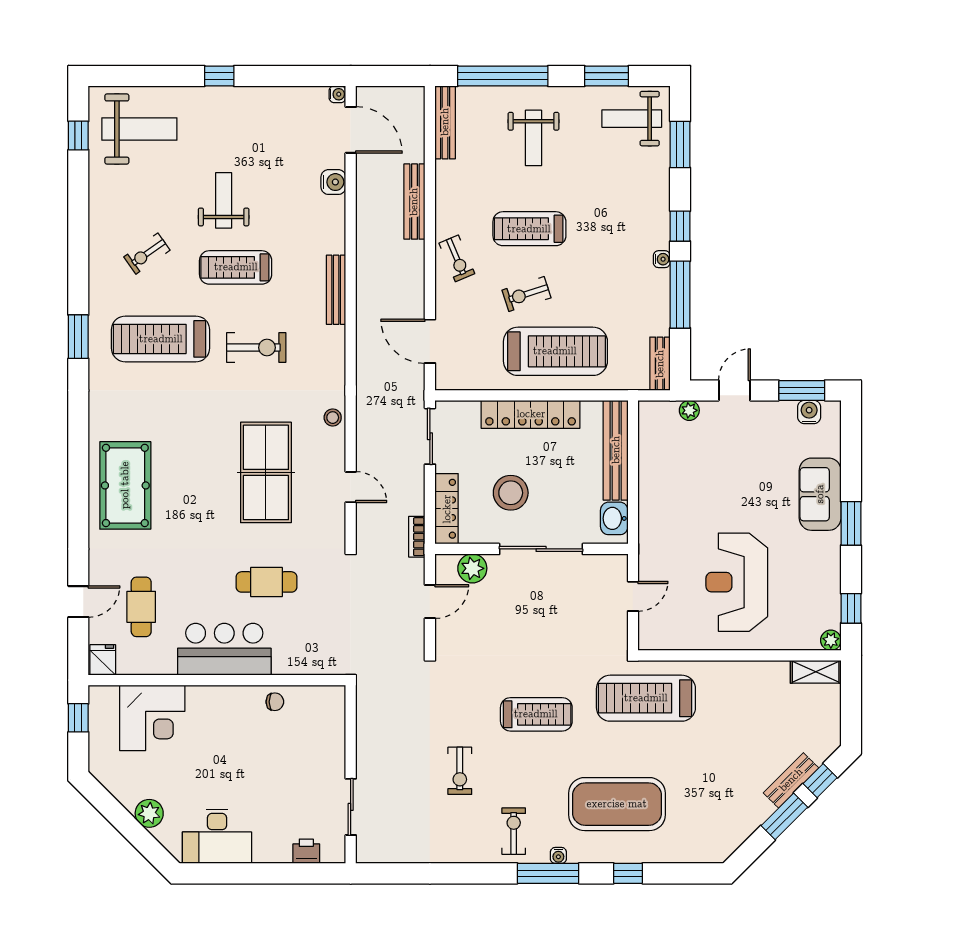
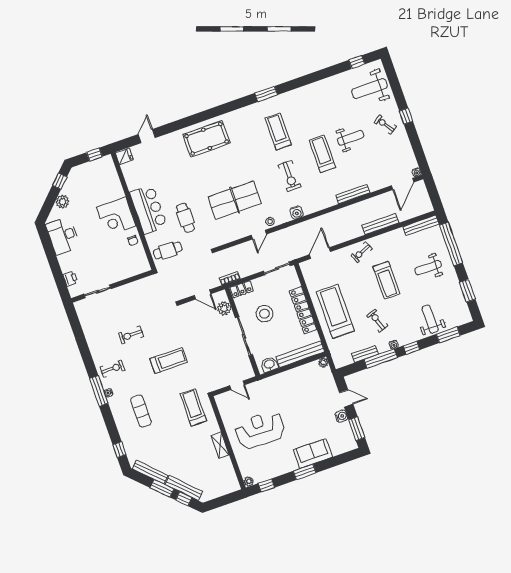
weight bench: (632, 119) -> (430, 319), moved
weight bench: (139, 129) -> (369, 89), turned 90
water cooler: (333, 182) -> (296, 213), moved
treadmill: (529, 229) -> (386, 280), turned 180
exercise bike: (147, 254) -> (385, 125), moved
bench: (336, 290) -> (353, 194), moved
exercise bike: (526, 294) -> (377, 321), moved
treadmill: (161, 339) -> (278, 131), width x0.73, depth x0.73
treadmill: (555, 351) -> (335, 311), turned 180
bench: (660, 364) -> (365, 354), moved
plant: (689, 410) -> (323, 362), moved
water cooler: (809, 412) -> (341, 416), moved
door: (351, 487) -> (259, 235), moved
locker: (447, 509) -> (242, 289), width x0.66
door: (78, 602) -> (147, 136), swing flipped
cafe table: (141, 607) -> (168, 250), moved
shelving: (816, 672) -> (220, 445), moved
treadmill: (646, 698) -> (193, 407), width x0.73, depth x0.73
treadmill: (536, 714) -> (169, 360), turned -90
corner desk: (152, 718) -> (116, 217), moved
bench: (791, 780) -> (184, 488), width x1.36
exercise mat: (617, 804) -> (141, 411), width x0.50, depth x0.69
window: (107, 805) -> (60, 181), added
bench: (744, 828) -> (150, 472), added
window: (628, 873) -> (119, 450), moved

